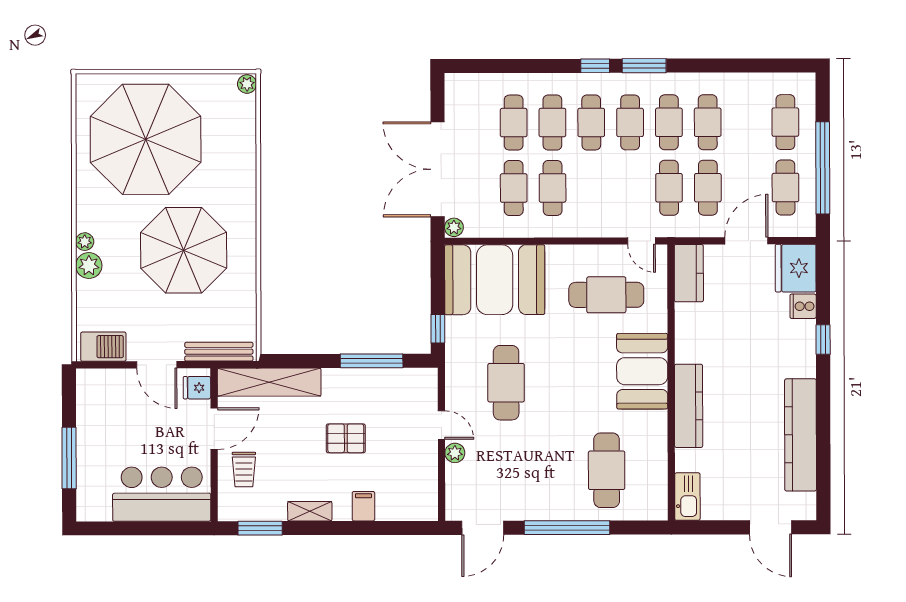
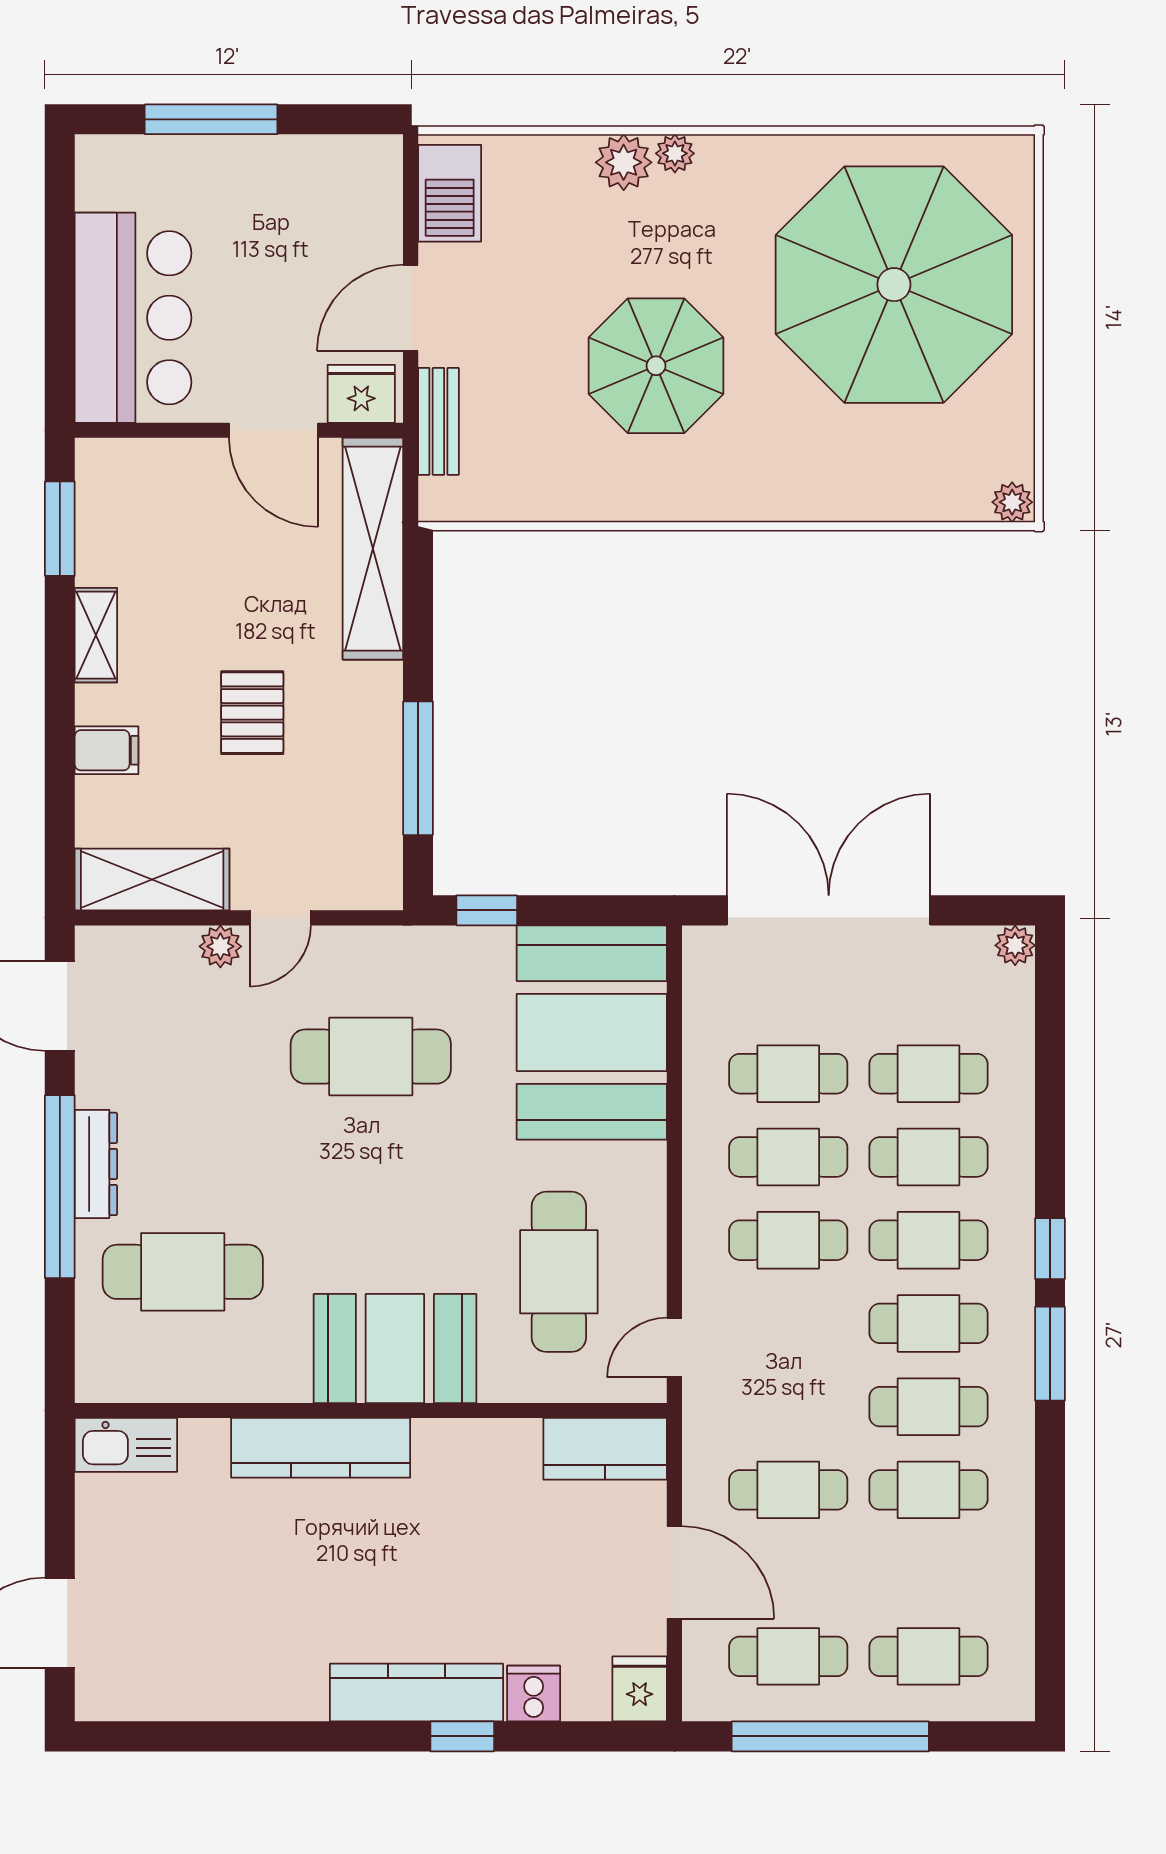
cafe table: (669, 188) -> (788, 1240), moved
plant: (454, 227) -> (1015, 945), moved
parasol: (184, 250) -> (656, 366), width x0.73, depth x0.73
fridge: (796, 268) -> (640, 1689), width x0.53, depth x0.75
bench: (219, 352) -> (438, 421), width x0.73
fridge: (197, 388) -> (361, 394), width x1.38
kitchen counter: (801, 435) -> (417, 1693), moved, width x0.72, depth x0.86
trolley: (244, 469) -> (186, 494), removed
shelving: (424, 485) -> (152, 879), added
dresser: (556, 511) -> (96, 1164), added

